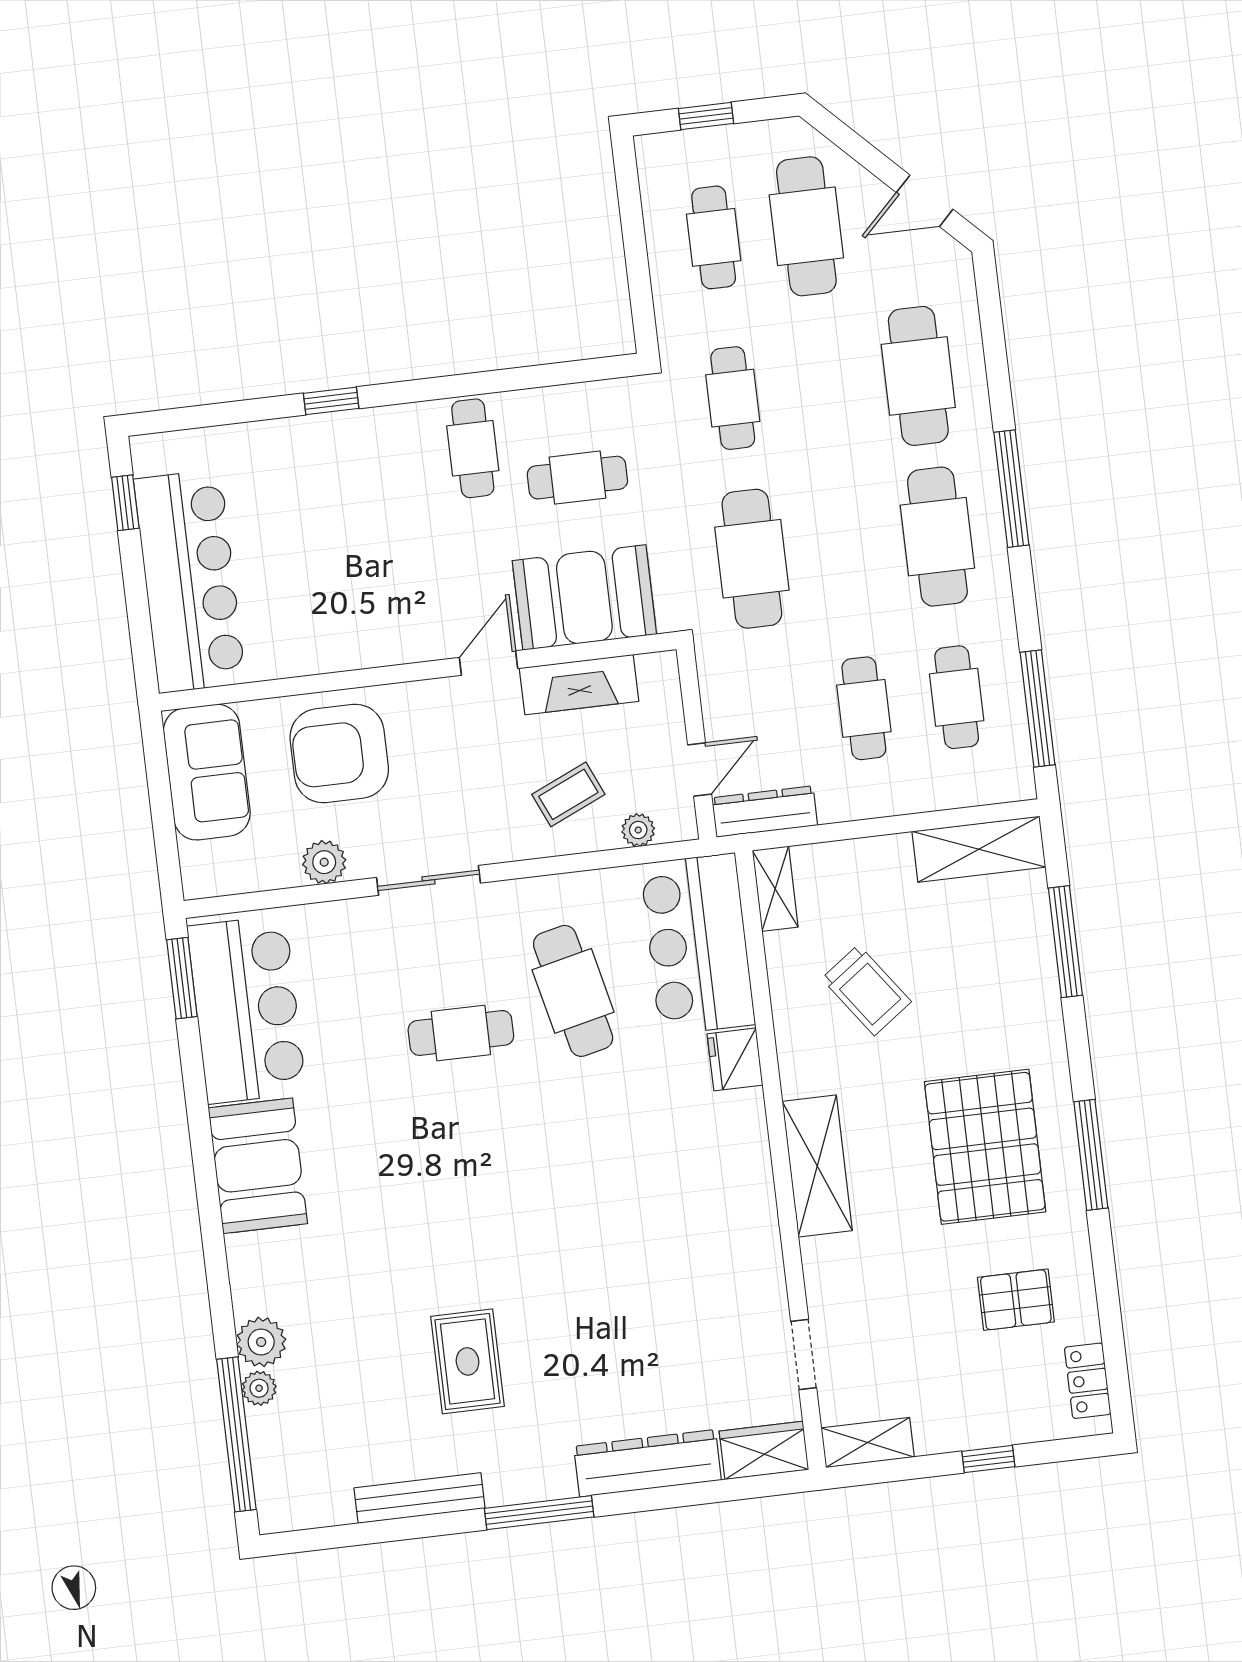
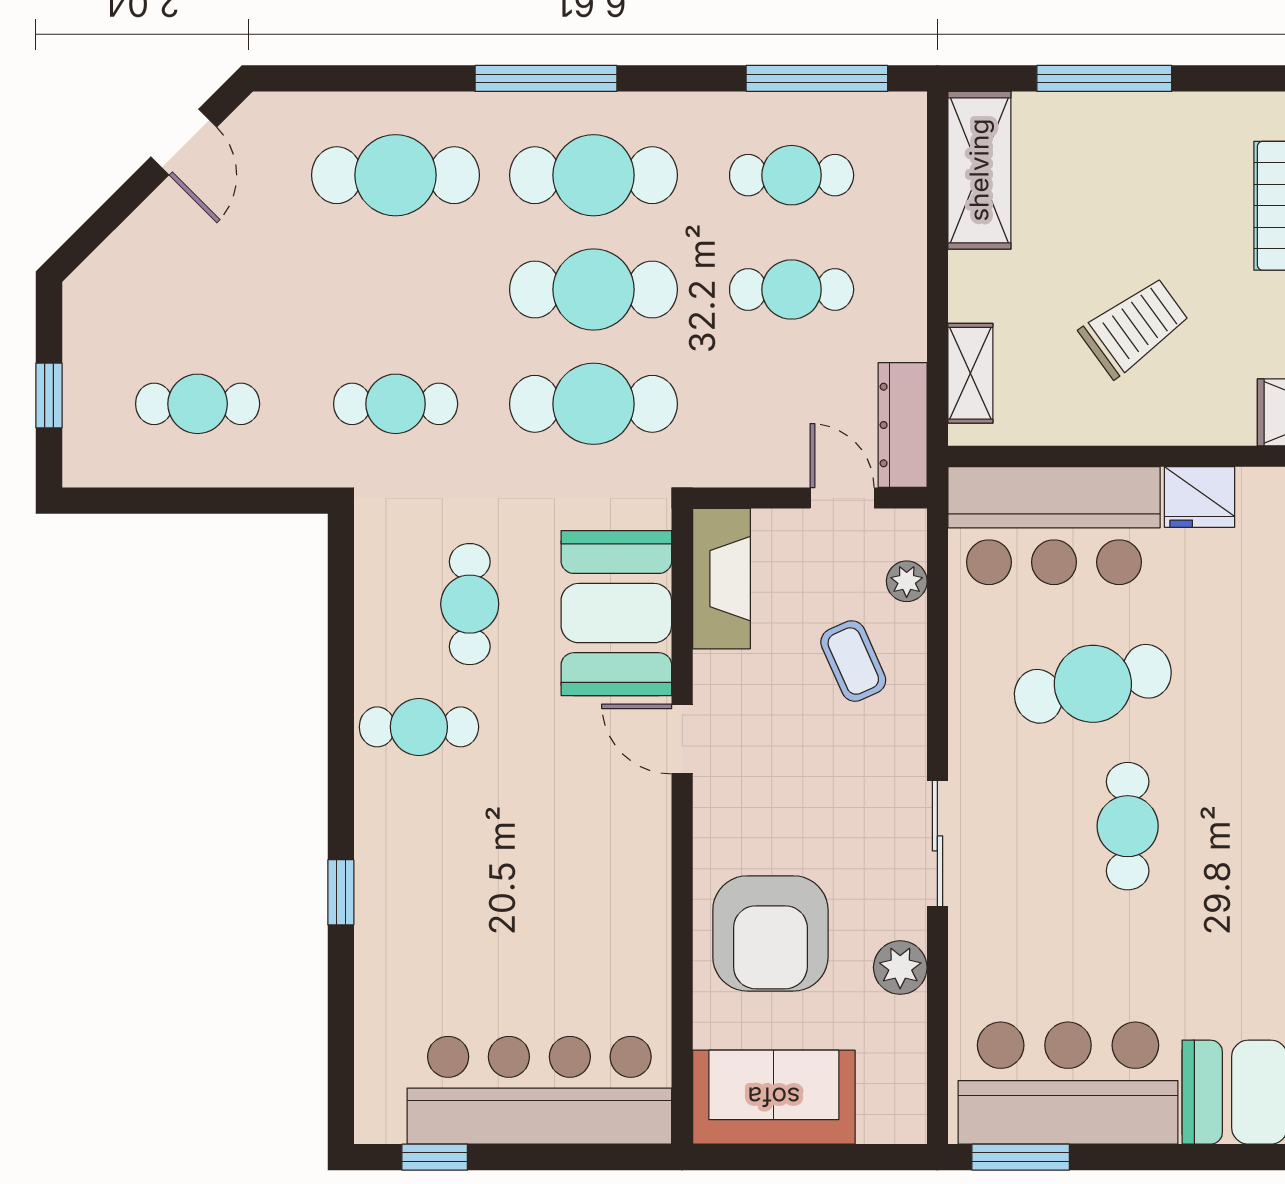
cafe table: (806, 226) -> (594, 290), moved
fireplace: (579, 685) -> (721, 579), moved
shelving: (775, 889) -> (970, 373), moved, turned 90

